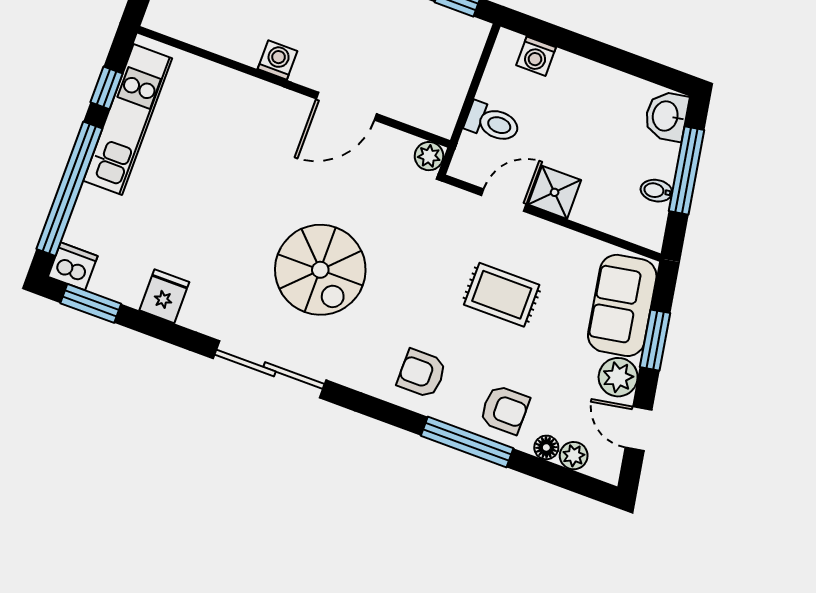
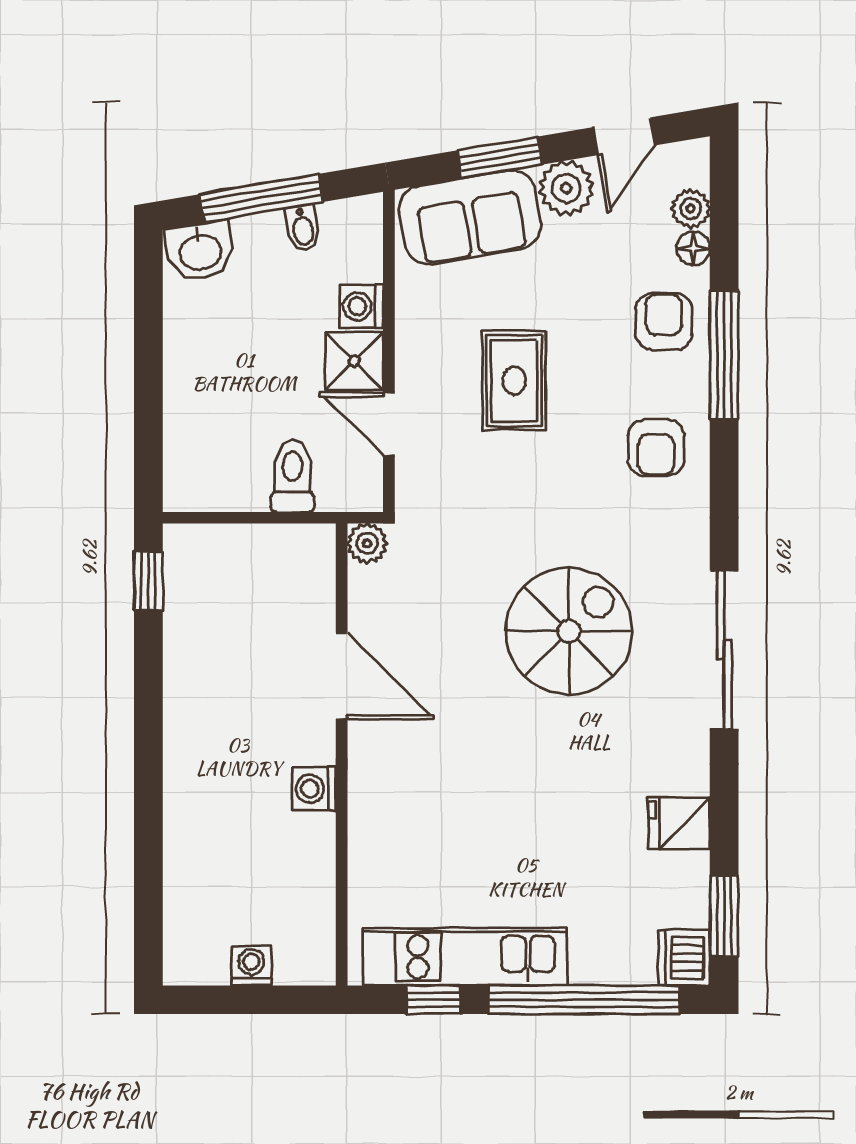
washing machine: (536, 56) -> (362, 306), moved, turned 180

